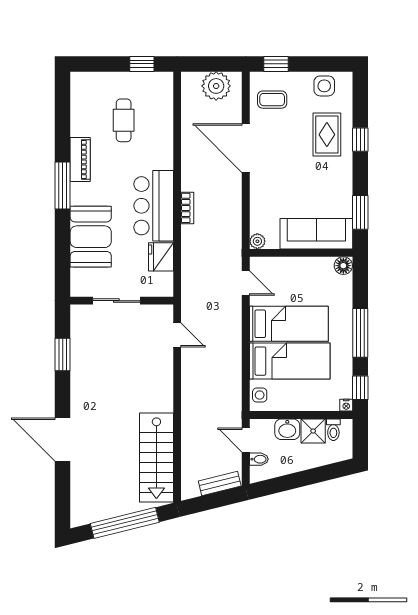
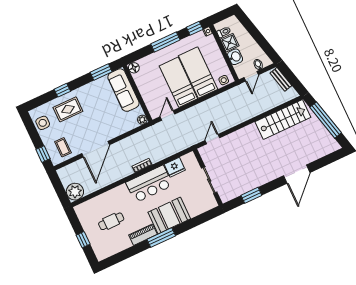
window: (142, 64) -> (83, 240), moved
plant: (216, 86) -> (75, 192), moved
booth: (91, 237) -> (169, 216), moved

